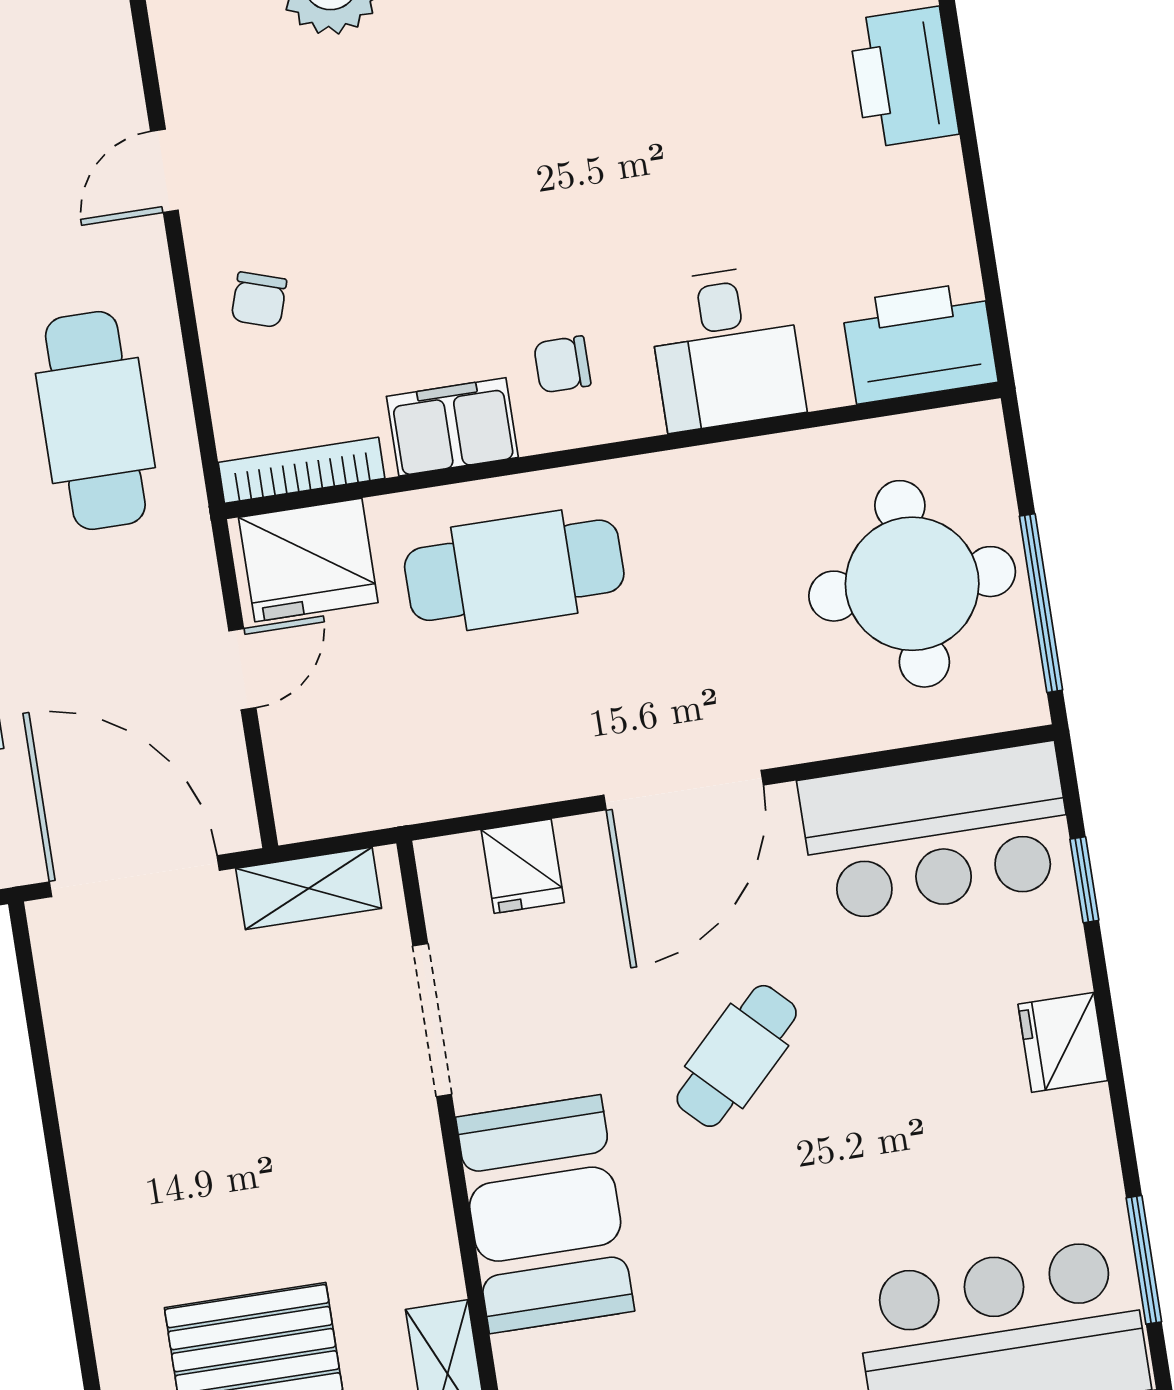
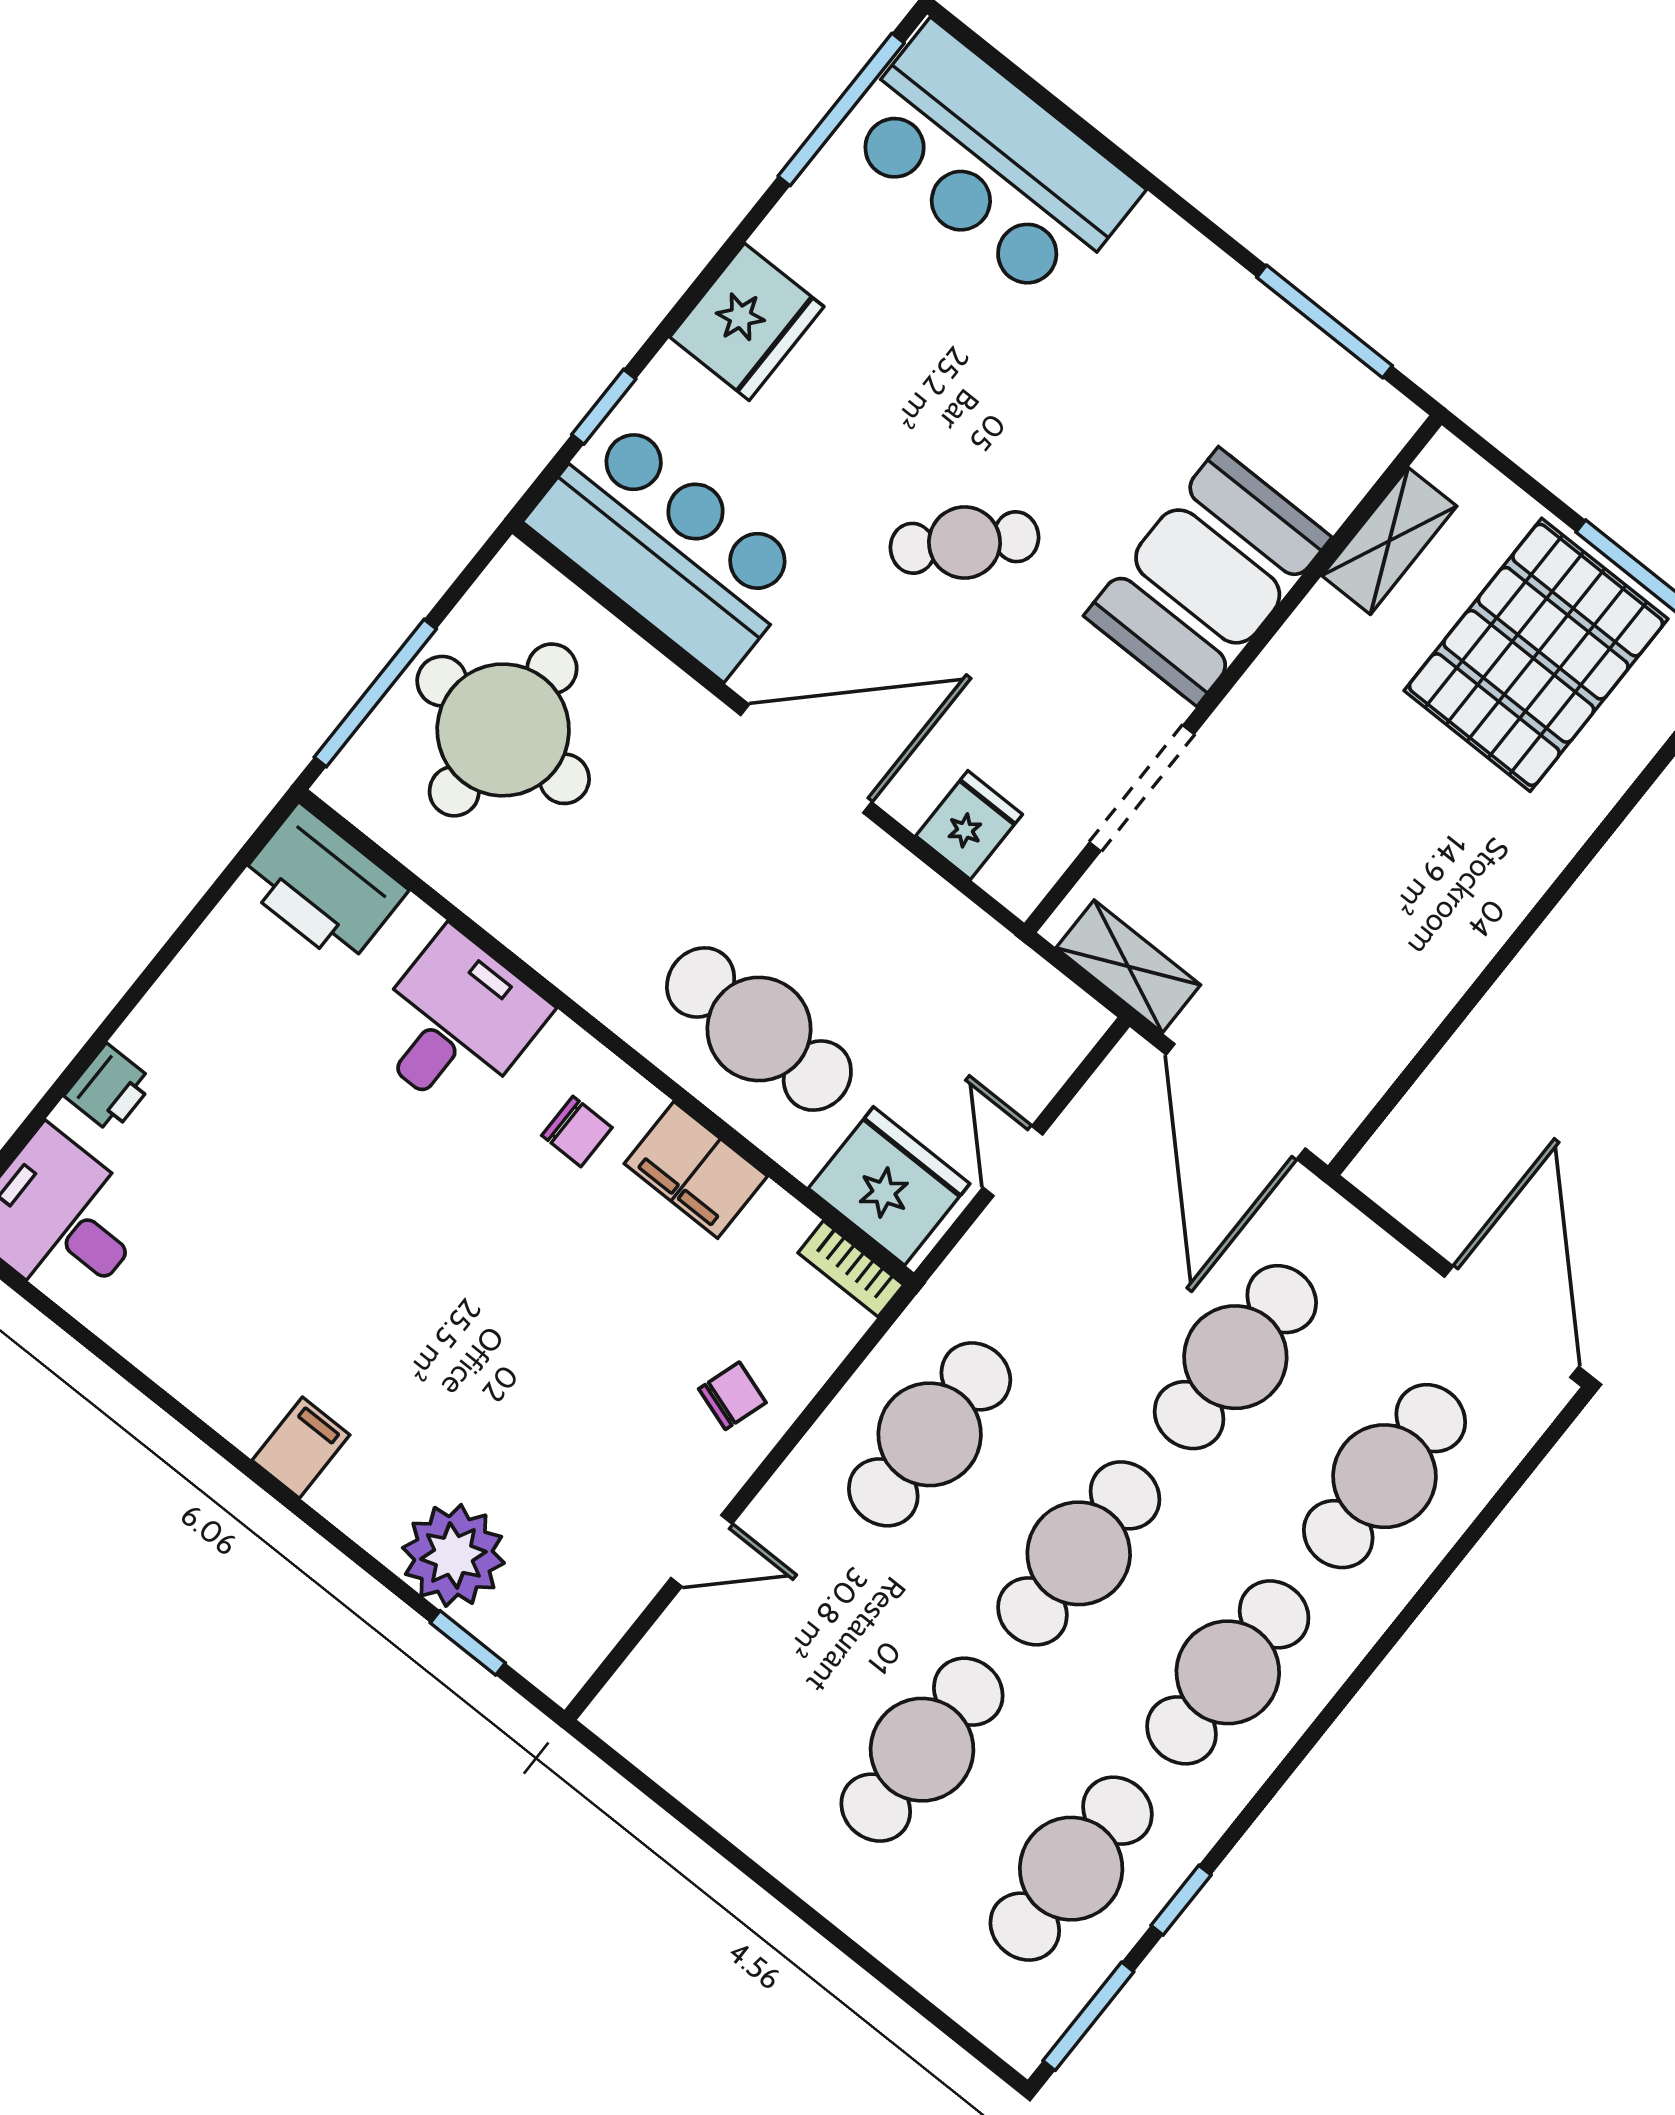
printer: (903, 77) -> (109, 1089), width x0.53, depth x0.68
bookcase: (302, 470) -> (851, 1269), width x0.64
window: (1041, 603) -> (375, 693), moved
door: (242, 669) -> (1013, 1161), hinge flipped
fridge: (1063, 1042) -> (747, 322), width x1.36, depth x1.34
window: (1144, 1260) -> (841, 110), width x1.44

